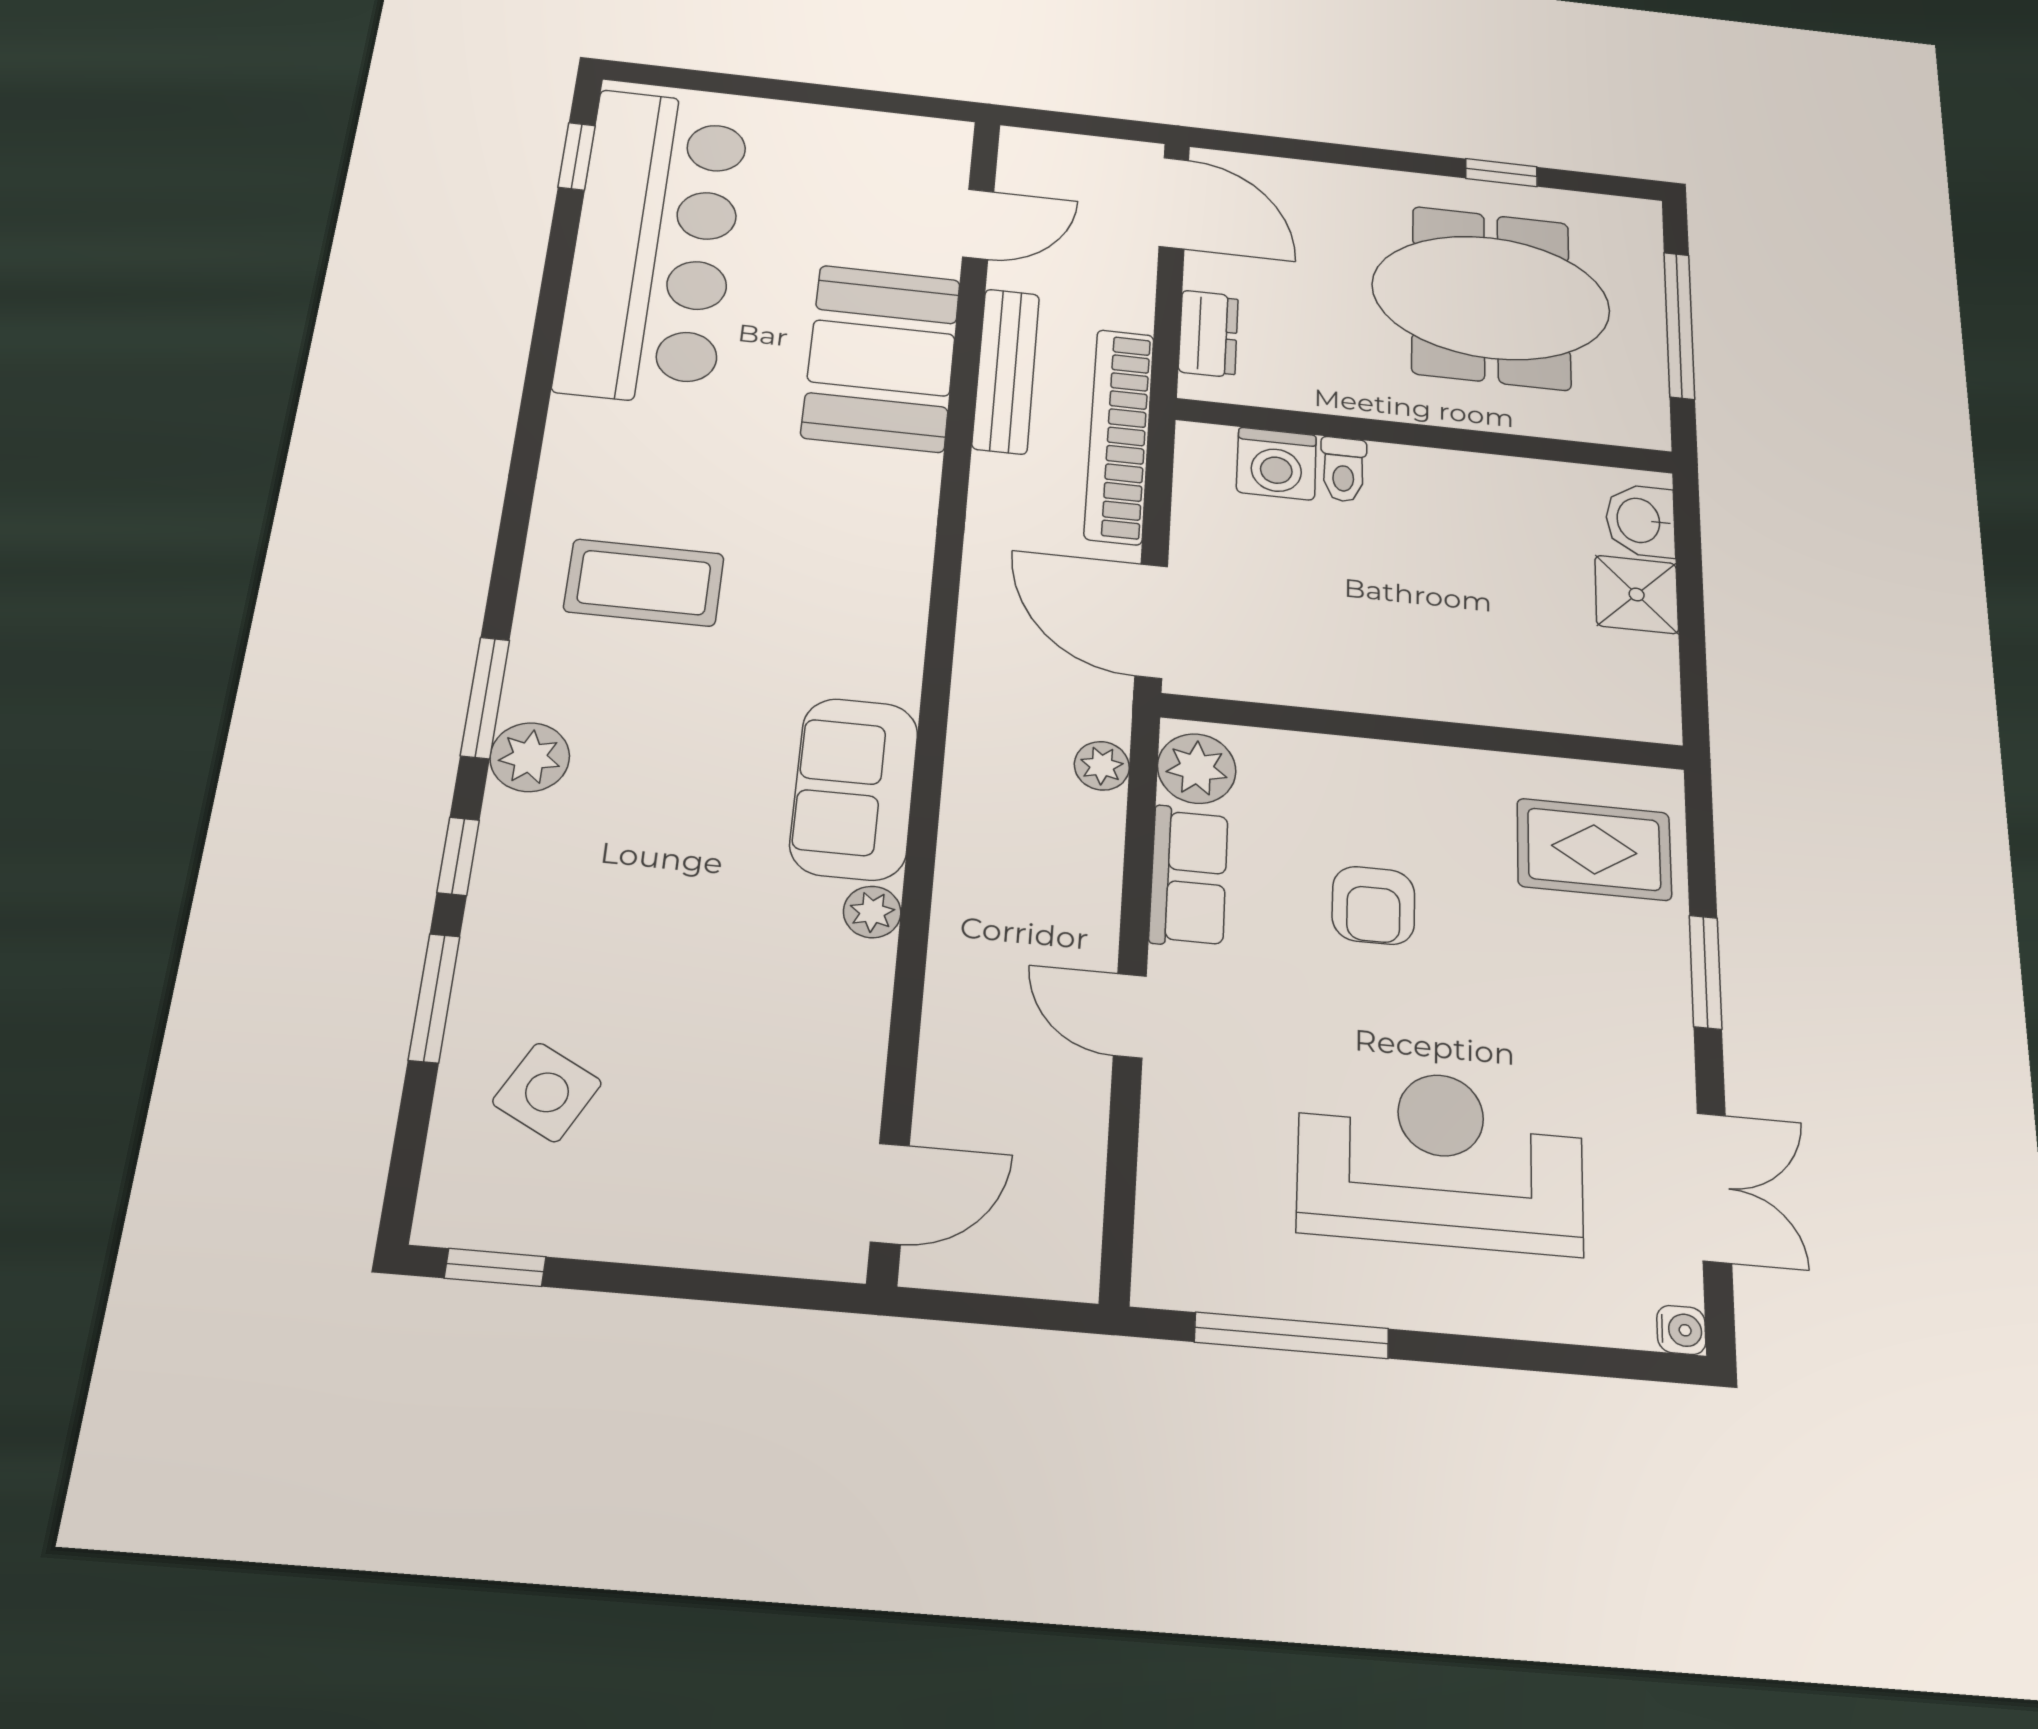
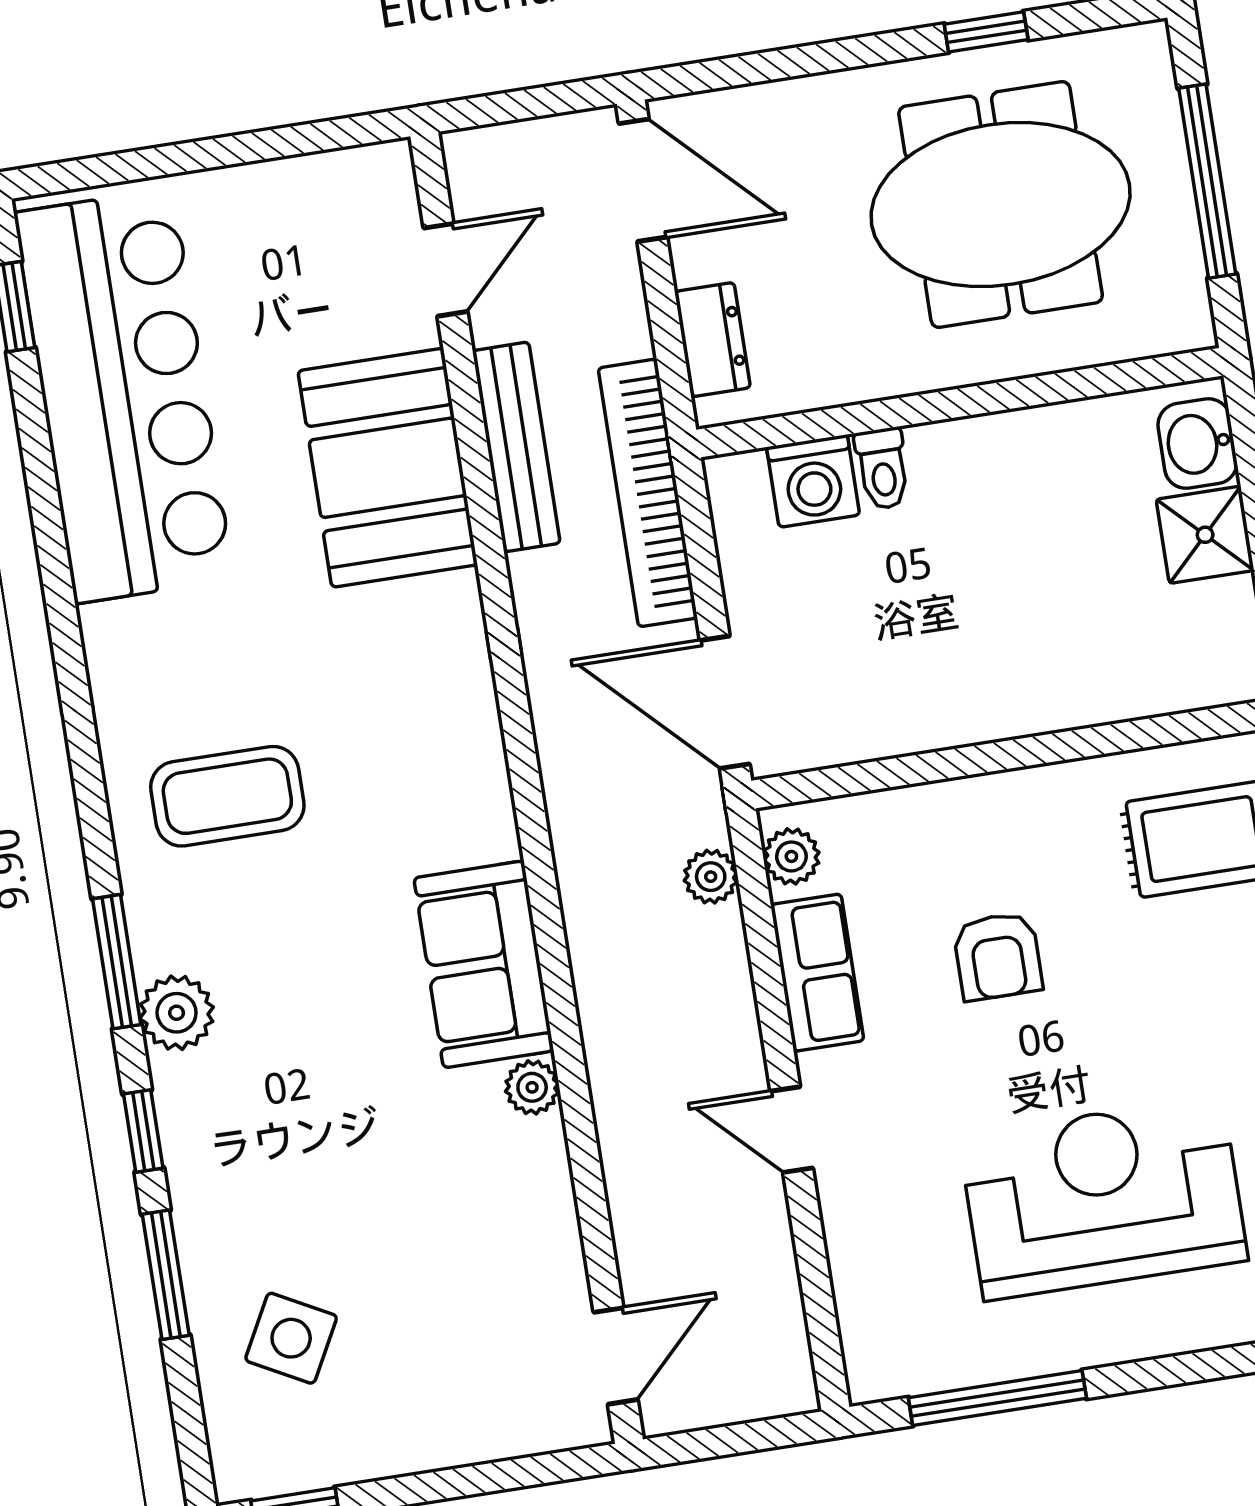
plant: (1197, 768) -> (791, 856), width x0.73, depth x0.73

